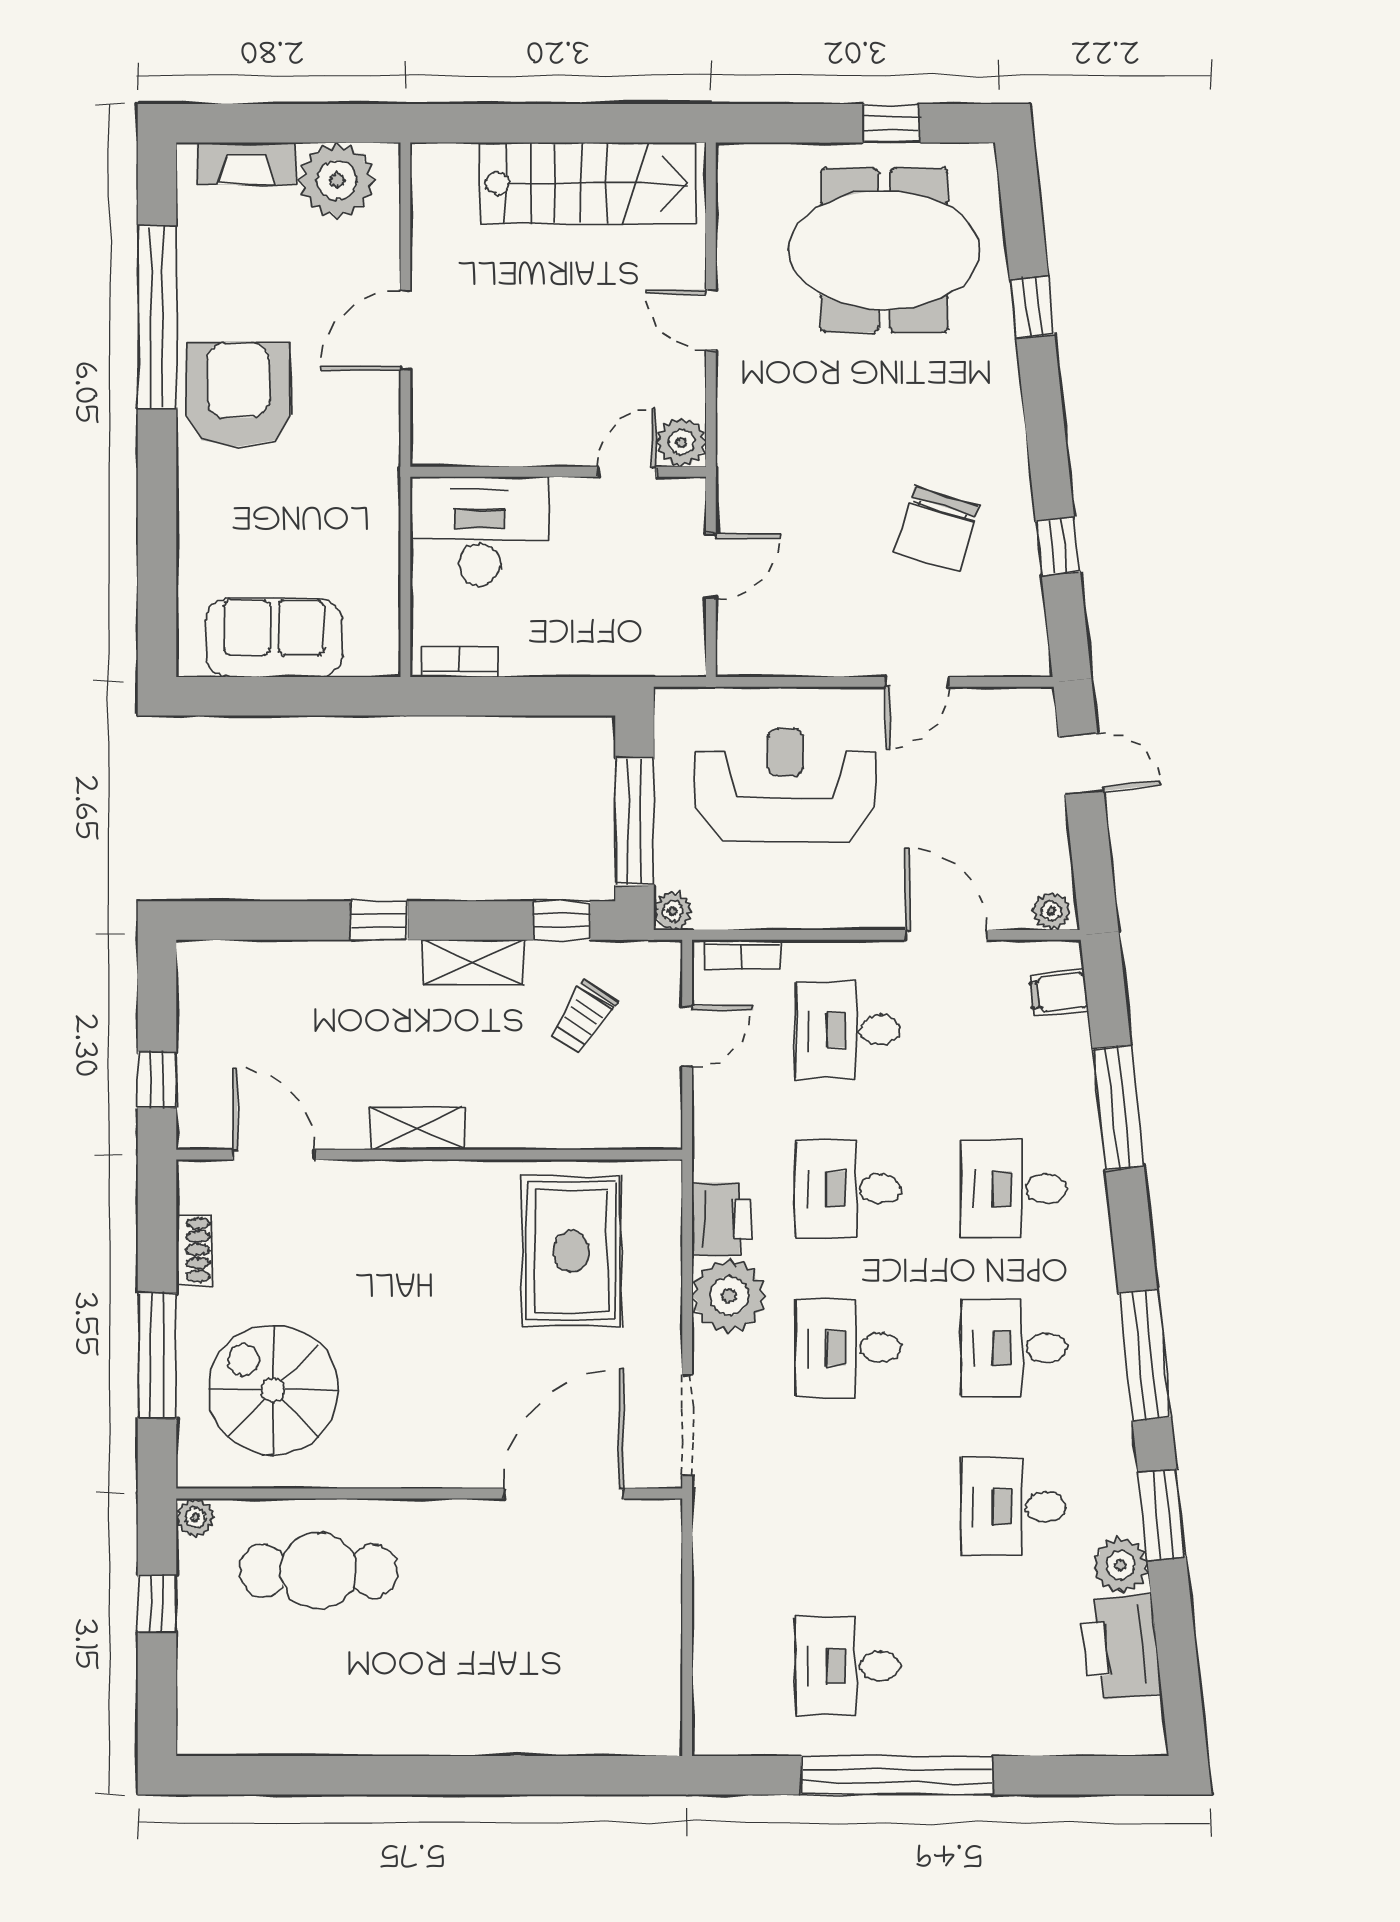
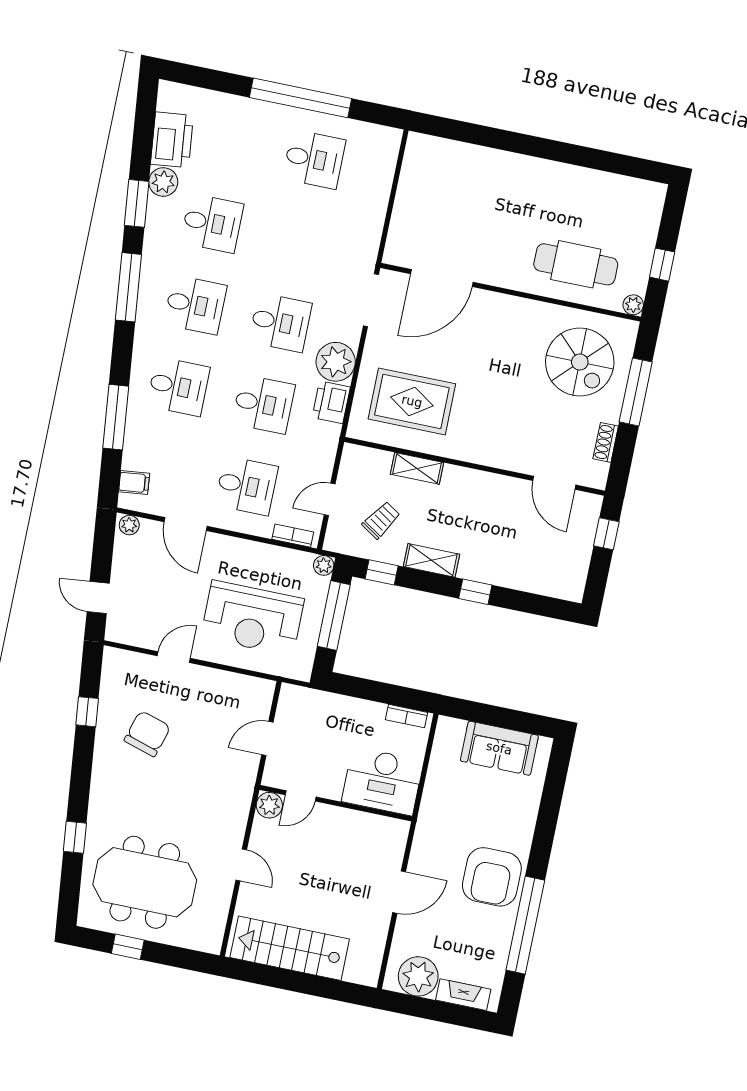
shelving: (418, 1128) -> (417, 468), moved
rug: (571, 1251) -> (412, 401), turned 90

